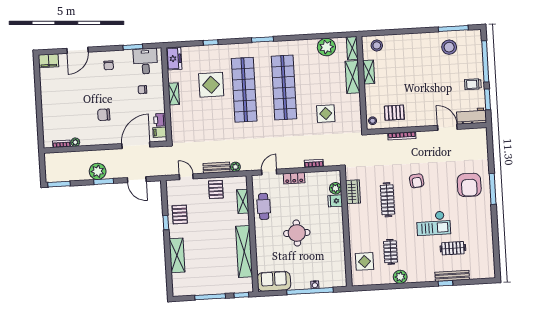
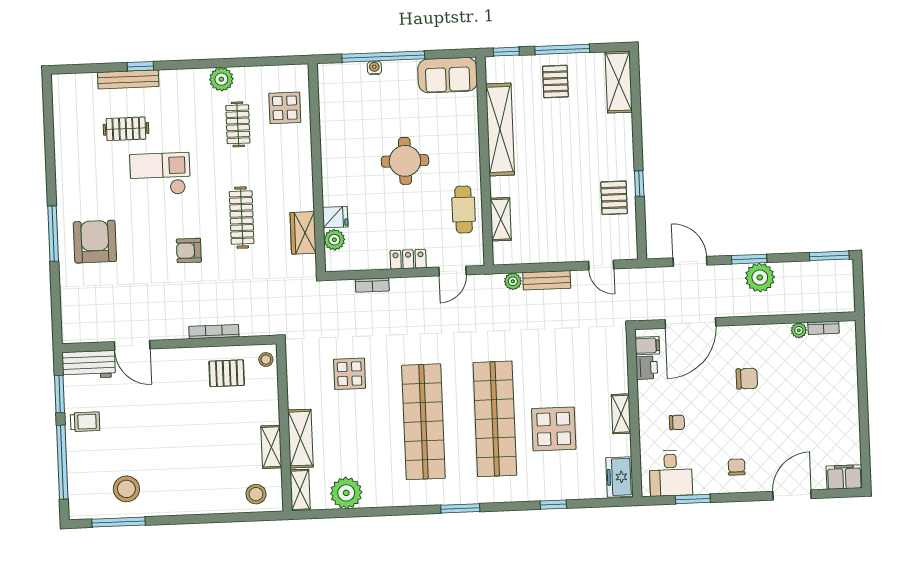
armchair: (417, 181) -> (189, 250), turned -83
pallet: (216, 189) -> (555, 82), moved
shelving: (177, 255) -> (619, 82), moved

